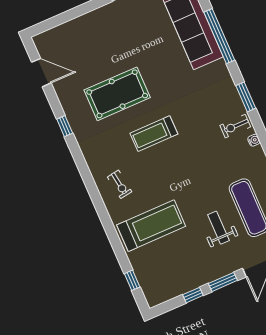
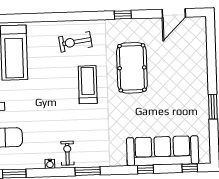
window: (219, 36) -> (146, 169), width x0.32
exercise bike: (120, 184) -> (75, 42), moved, width x1.38, depth x1.39

